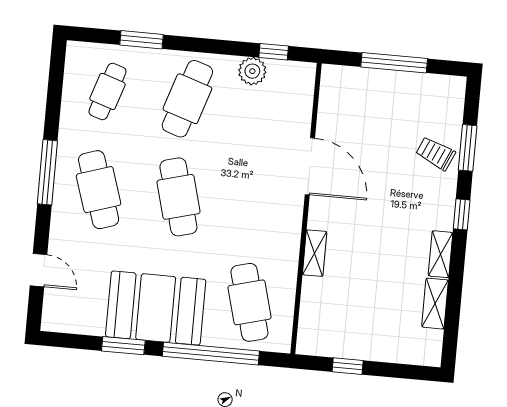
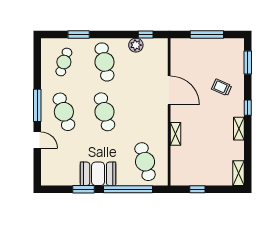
cafe table: (187, 99) -> (104, 62), turned -30
window: (468, 148) -> (248, 62), moved
trolley: (435, 153) -> (222, 87), moved
door: (38, 270) -> (37, 140), moved
shelving: (435, 304) -> (239, 173), moved
booth: (156, 308) -> (98, 174), width x0.73, depth x0.70

